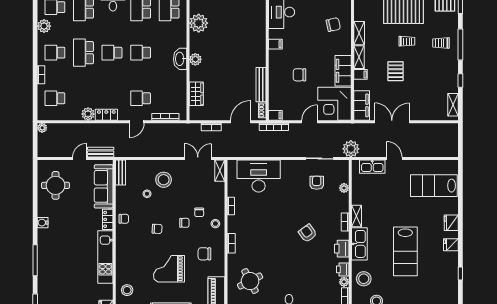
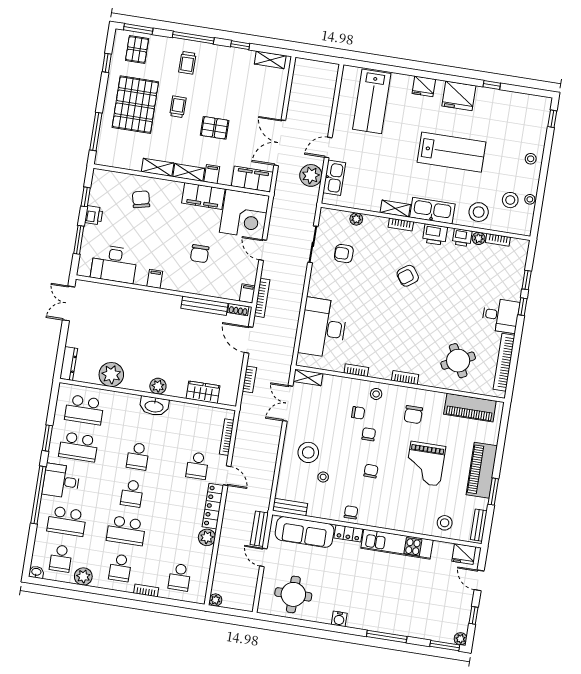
locker: (106, 115) -> (213, 506), width x1.53
plant: (351, 149) -> (311, 175), moved
fridge: (451, 245) -> (459, 96), width x1.88, depth x1.34

